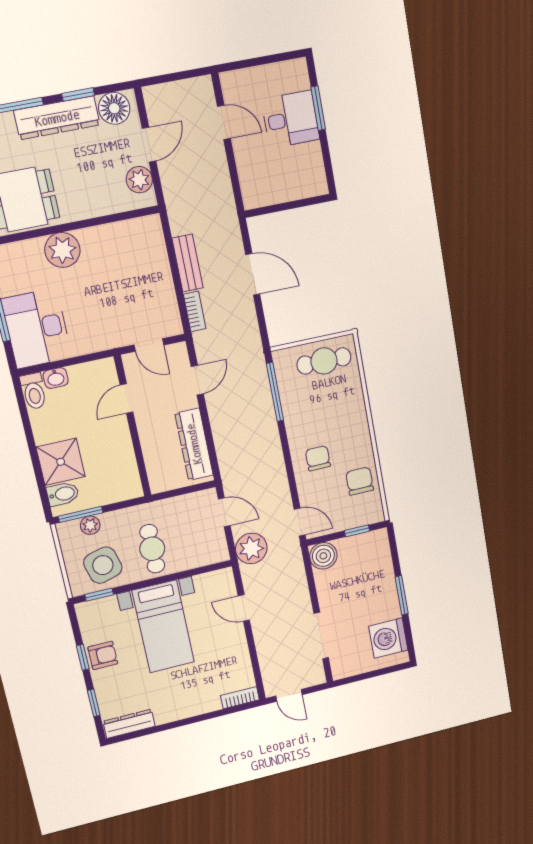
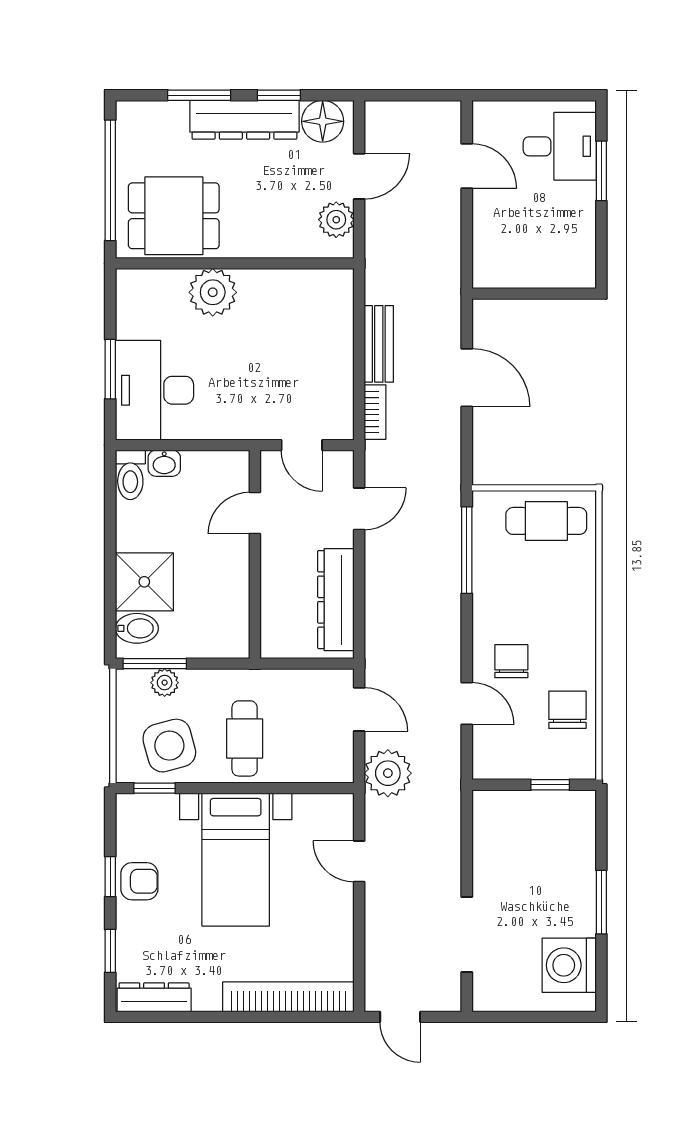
desk: (290, 119) -> (560, 146), moved
door: (300, 522) -> (467, 704), moved
boiler: (323, 556) -> (493, 811), removed
bookcase: (240, 698) -> (288, 997), width x2.31, depth x1.31

